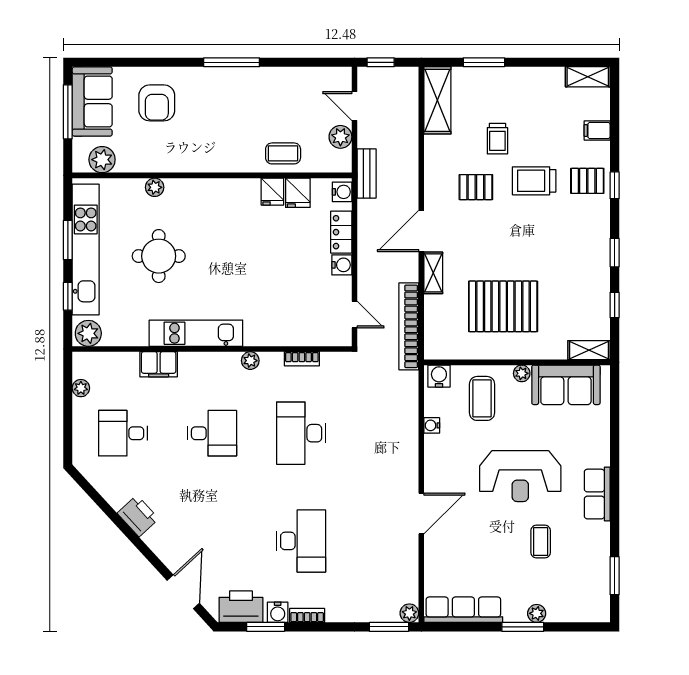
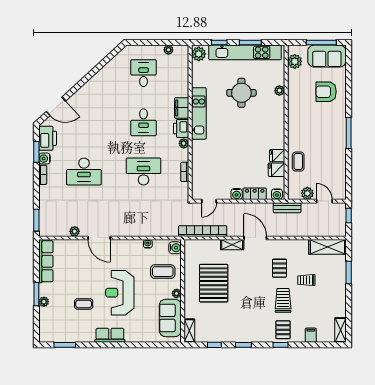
door: (355, 106) -> (324, 201), hinge flipped
filing cabinet: (159, 364) -> (182, 108), moved
printer: (138, 516) -> (181, 128), moved, turned 133
plant: (409, 613) -> (75, 231), moved

